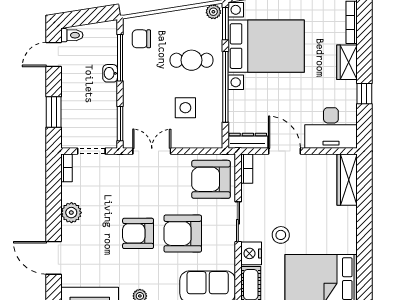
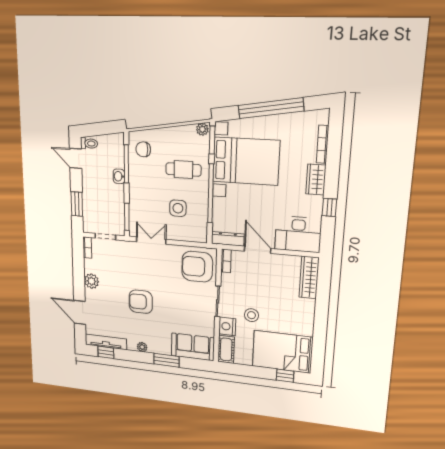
door: (54, 54) -> (76, 158), hinge flipped
armchair: (183, 234) -> (174, 306), removed

